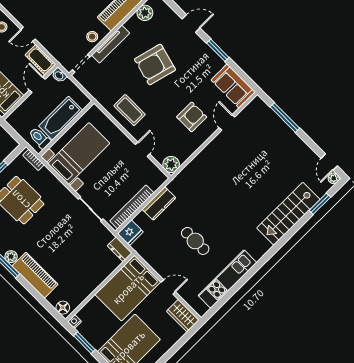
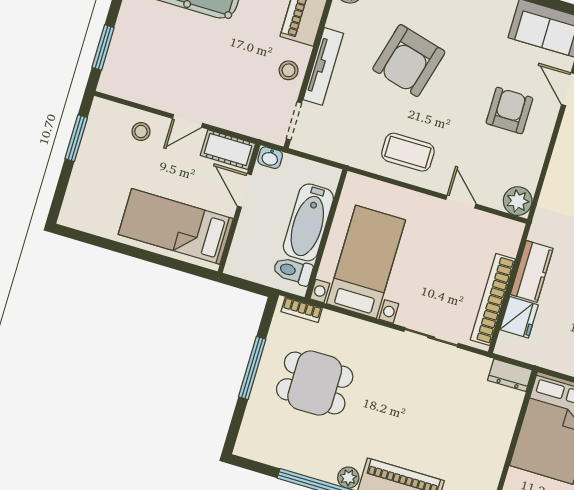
fridge: (130, 233) -> (519, 317), moved

